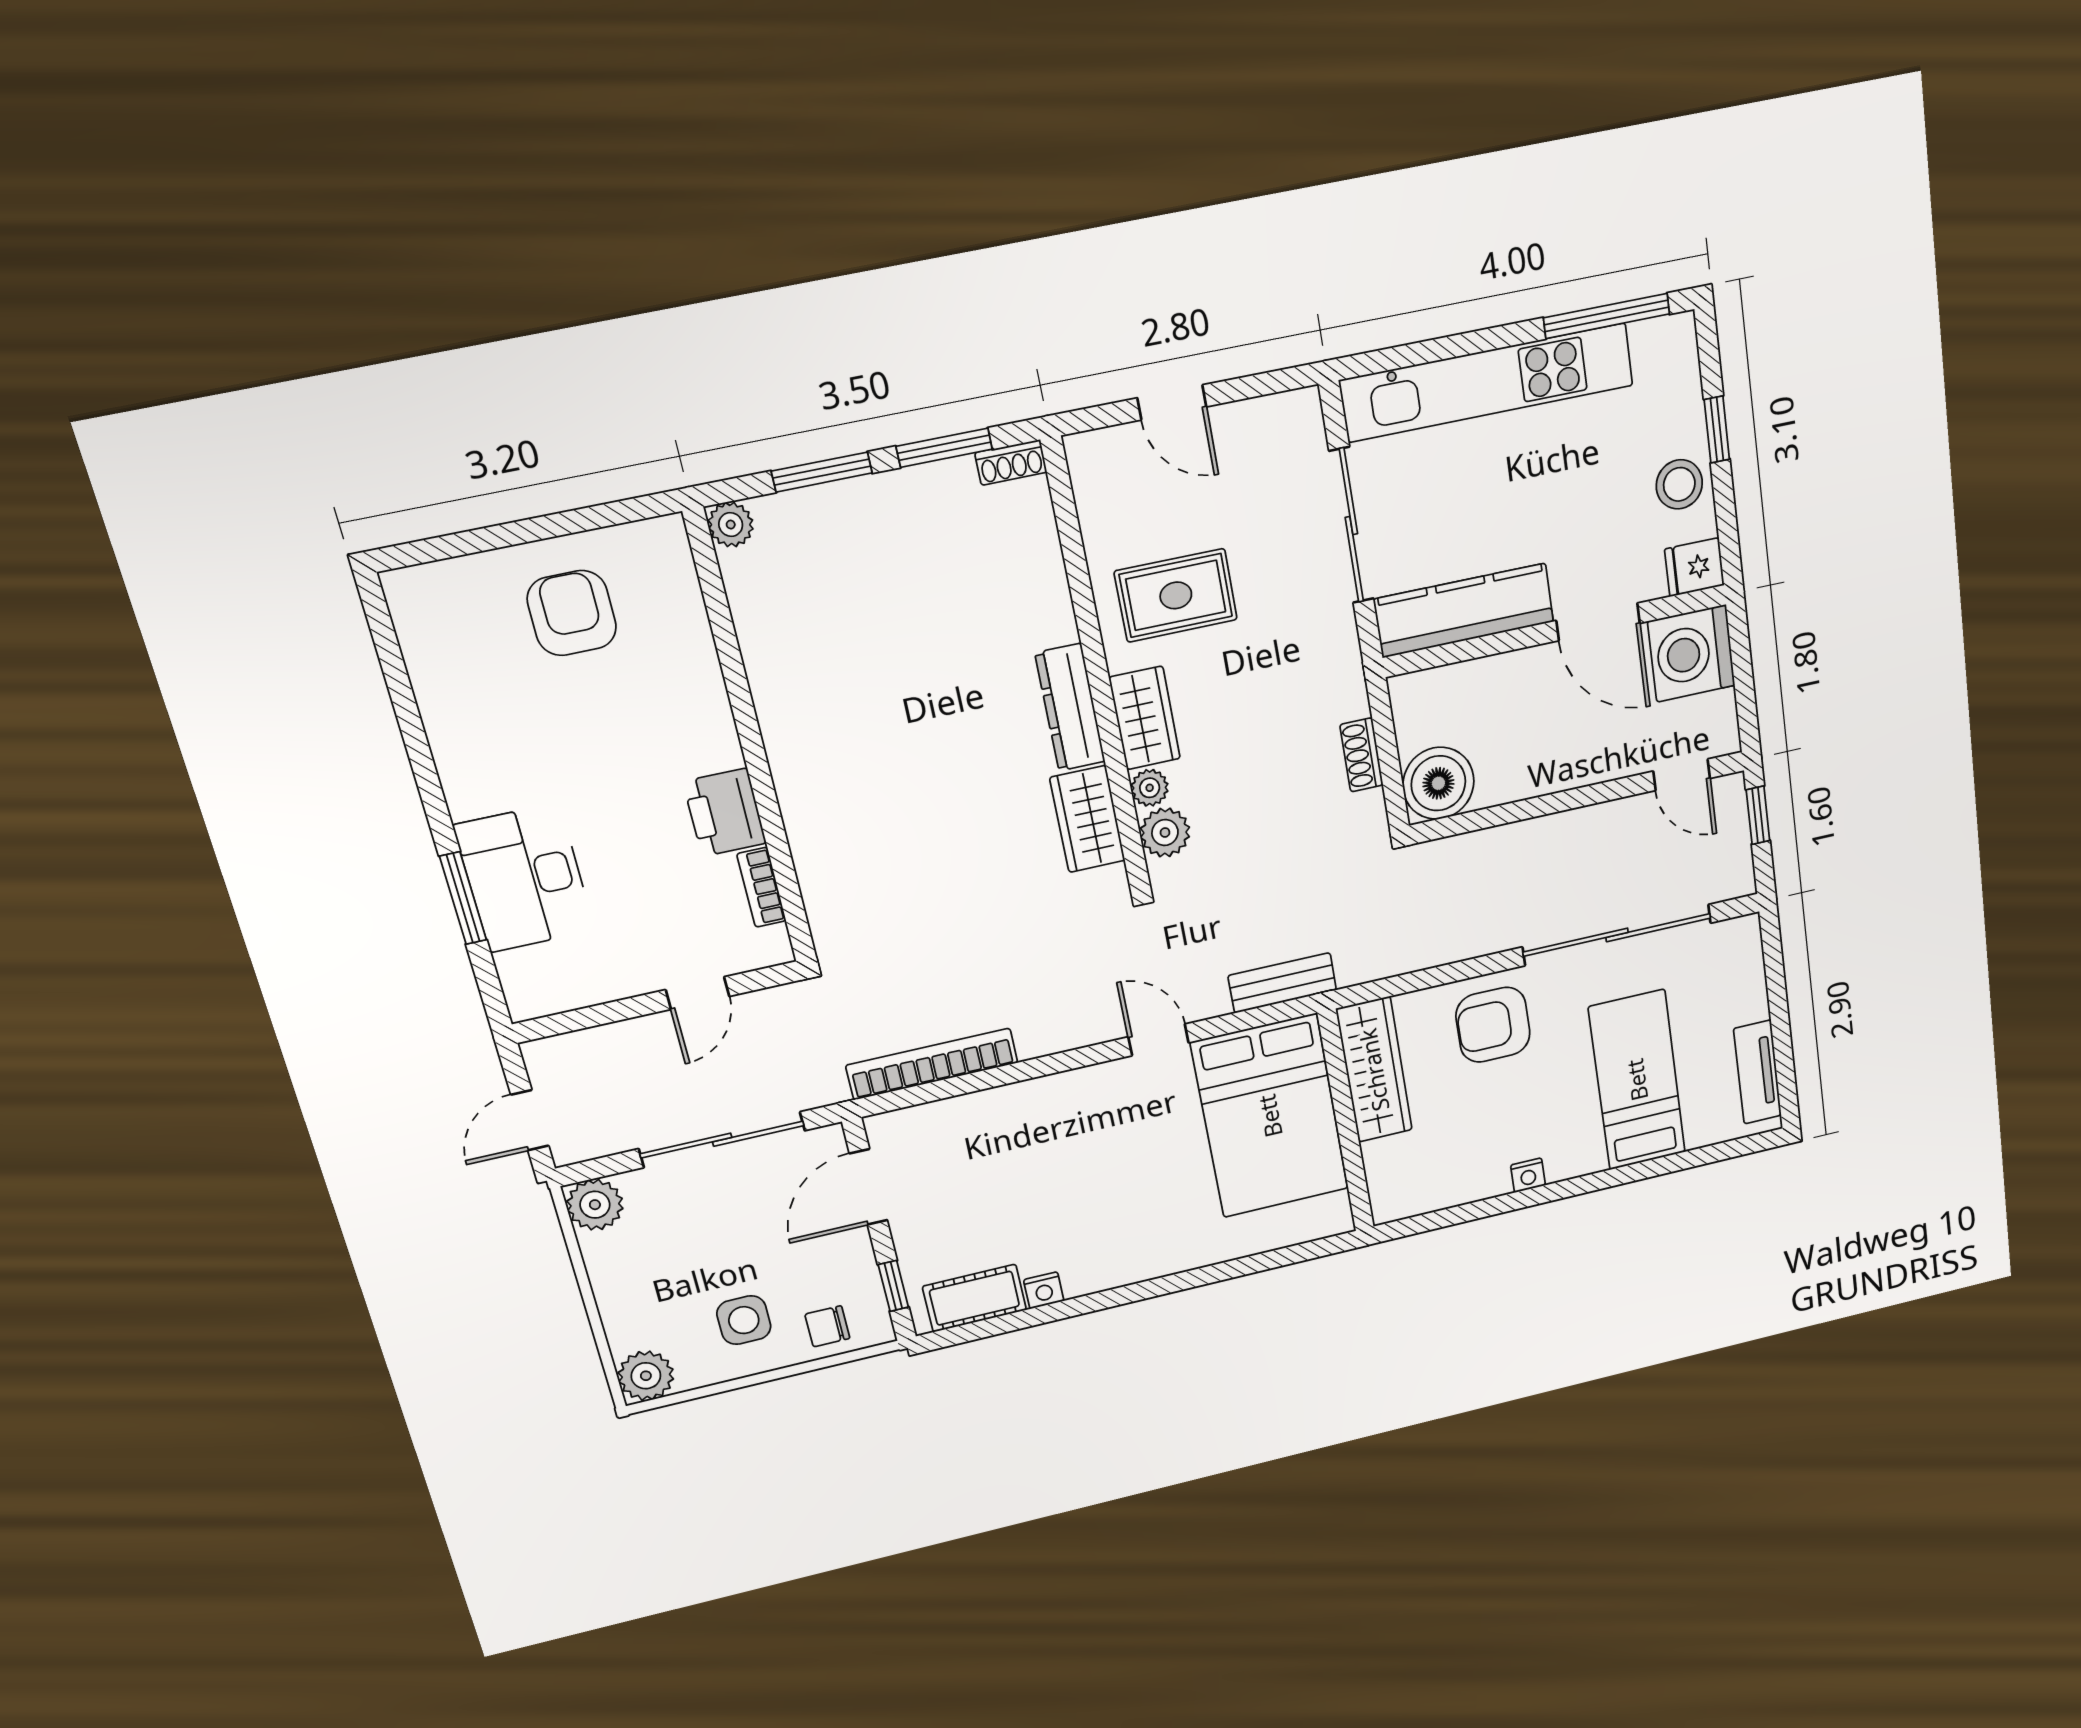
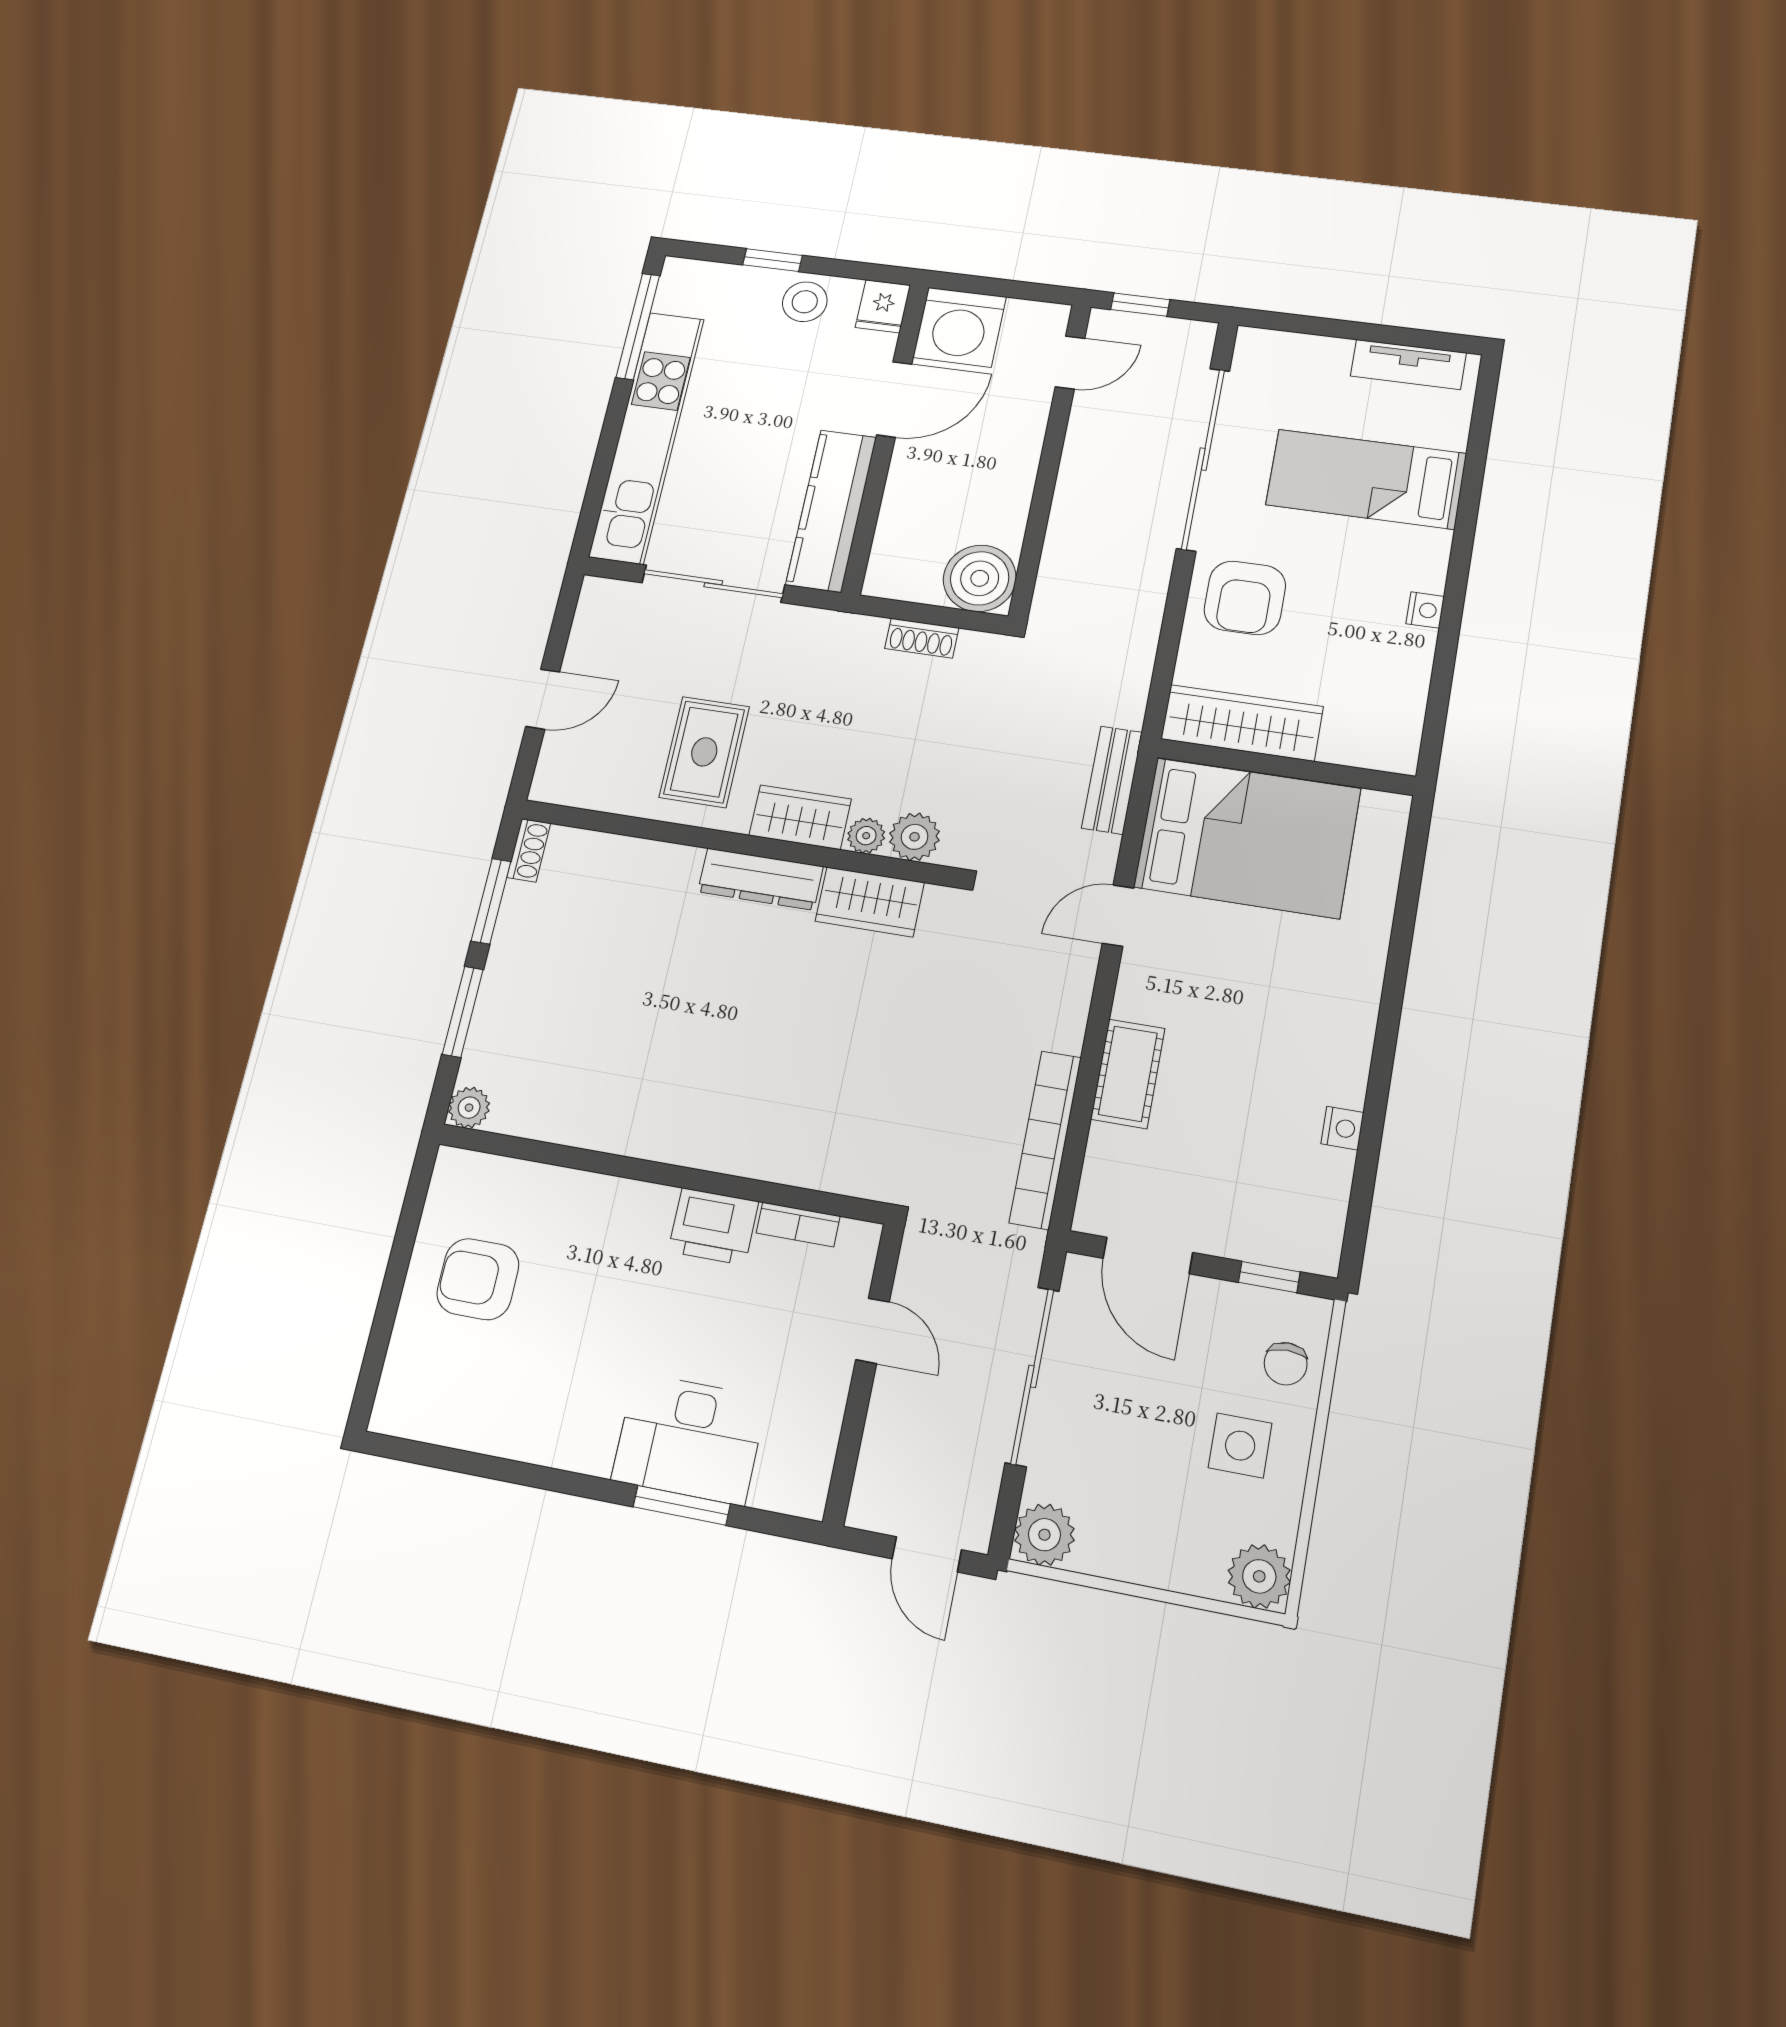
cot: (974, 1298) -> (1128, 1074), moved

